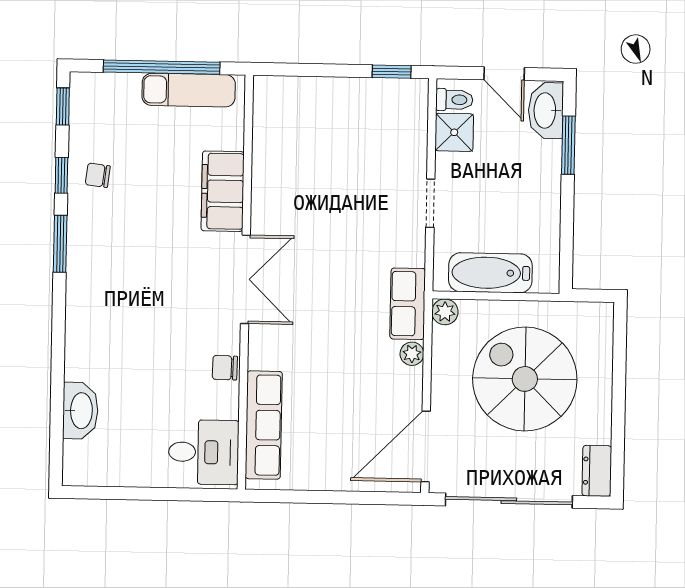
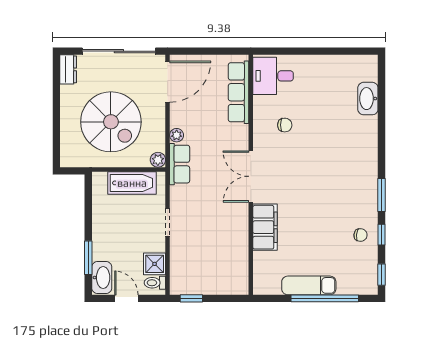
filing cabinet: (223, 191) -> (265, 227), moved
double door: (245, 279) -> (251, 176), moved
wall: (245, 282) -> (251, 175), moved
row of seats: (264, 425) -> (239, 92), moved
desk: (204, 452) -> (273, 76), moved

